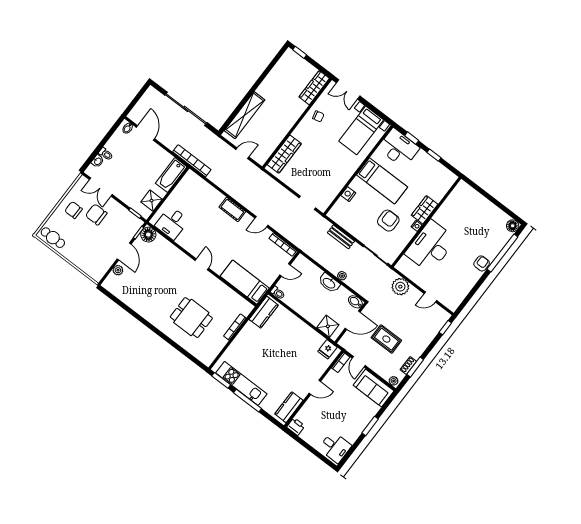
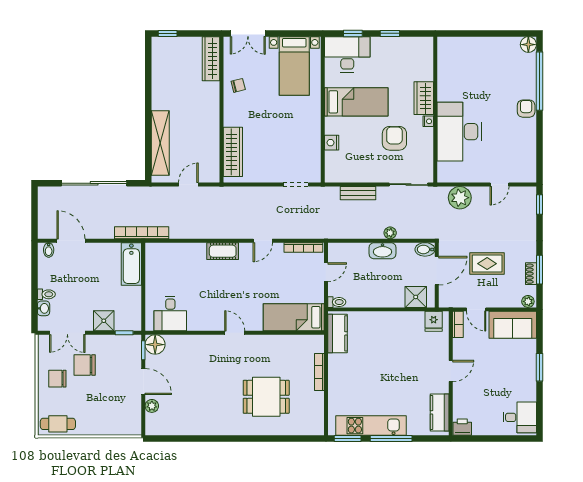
shower: (152, 201) -> (104, 321), moved

